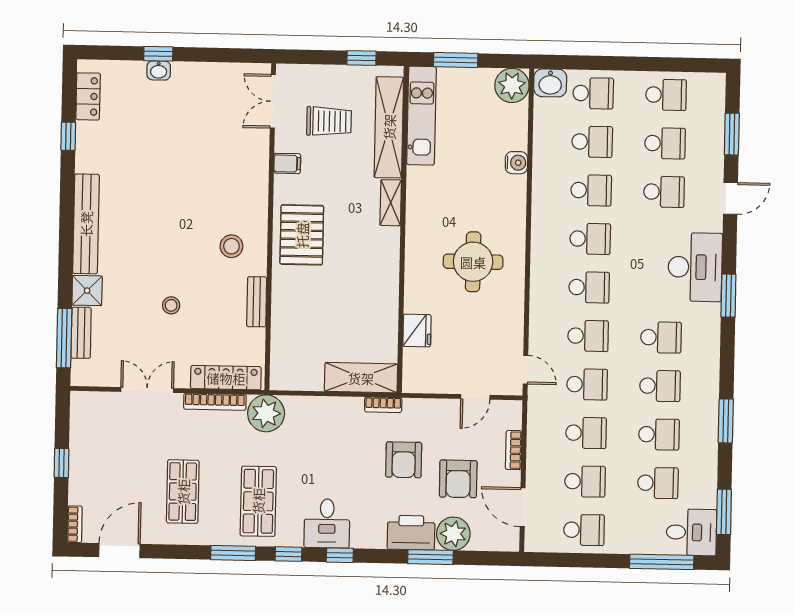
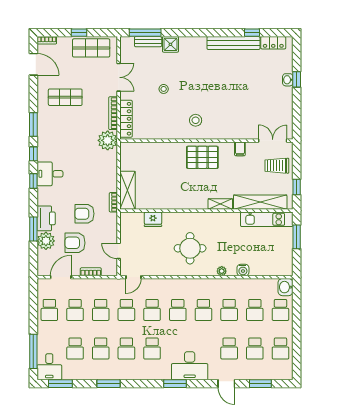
plant: (512, 85) -> (222, 271), moved, width x0.53, depth x0.53
trolley: (329, 121) -> (277, 166), moved, turned 90
bench: (86, 224) -> (233, 43), moved
bench: (257, 302) -> (166, 134), removed
shop shelf: (258, 501) -> (91, 48), moved

